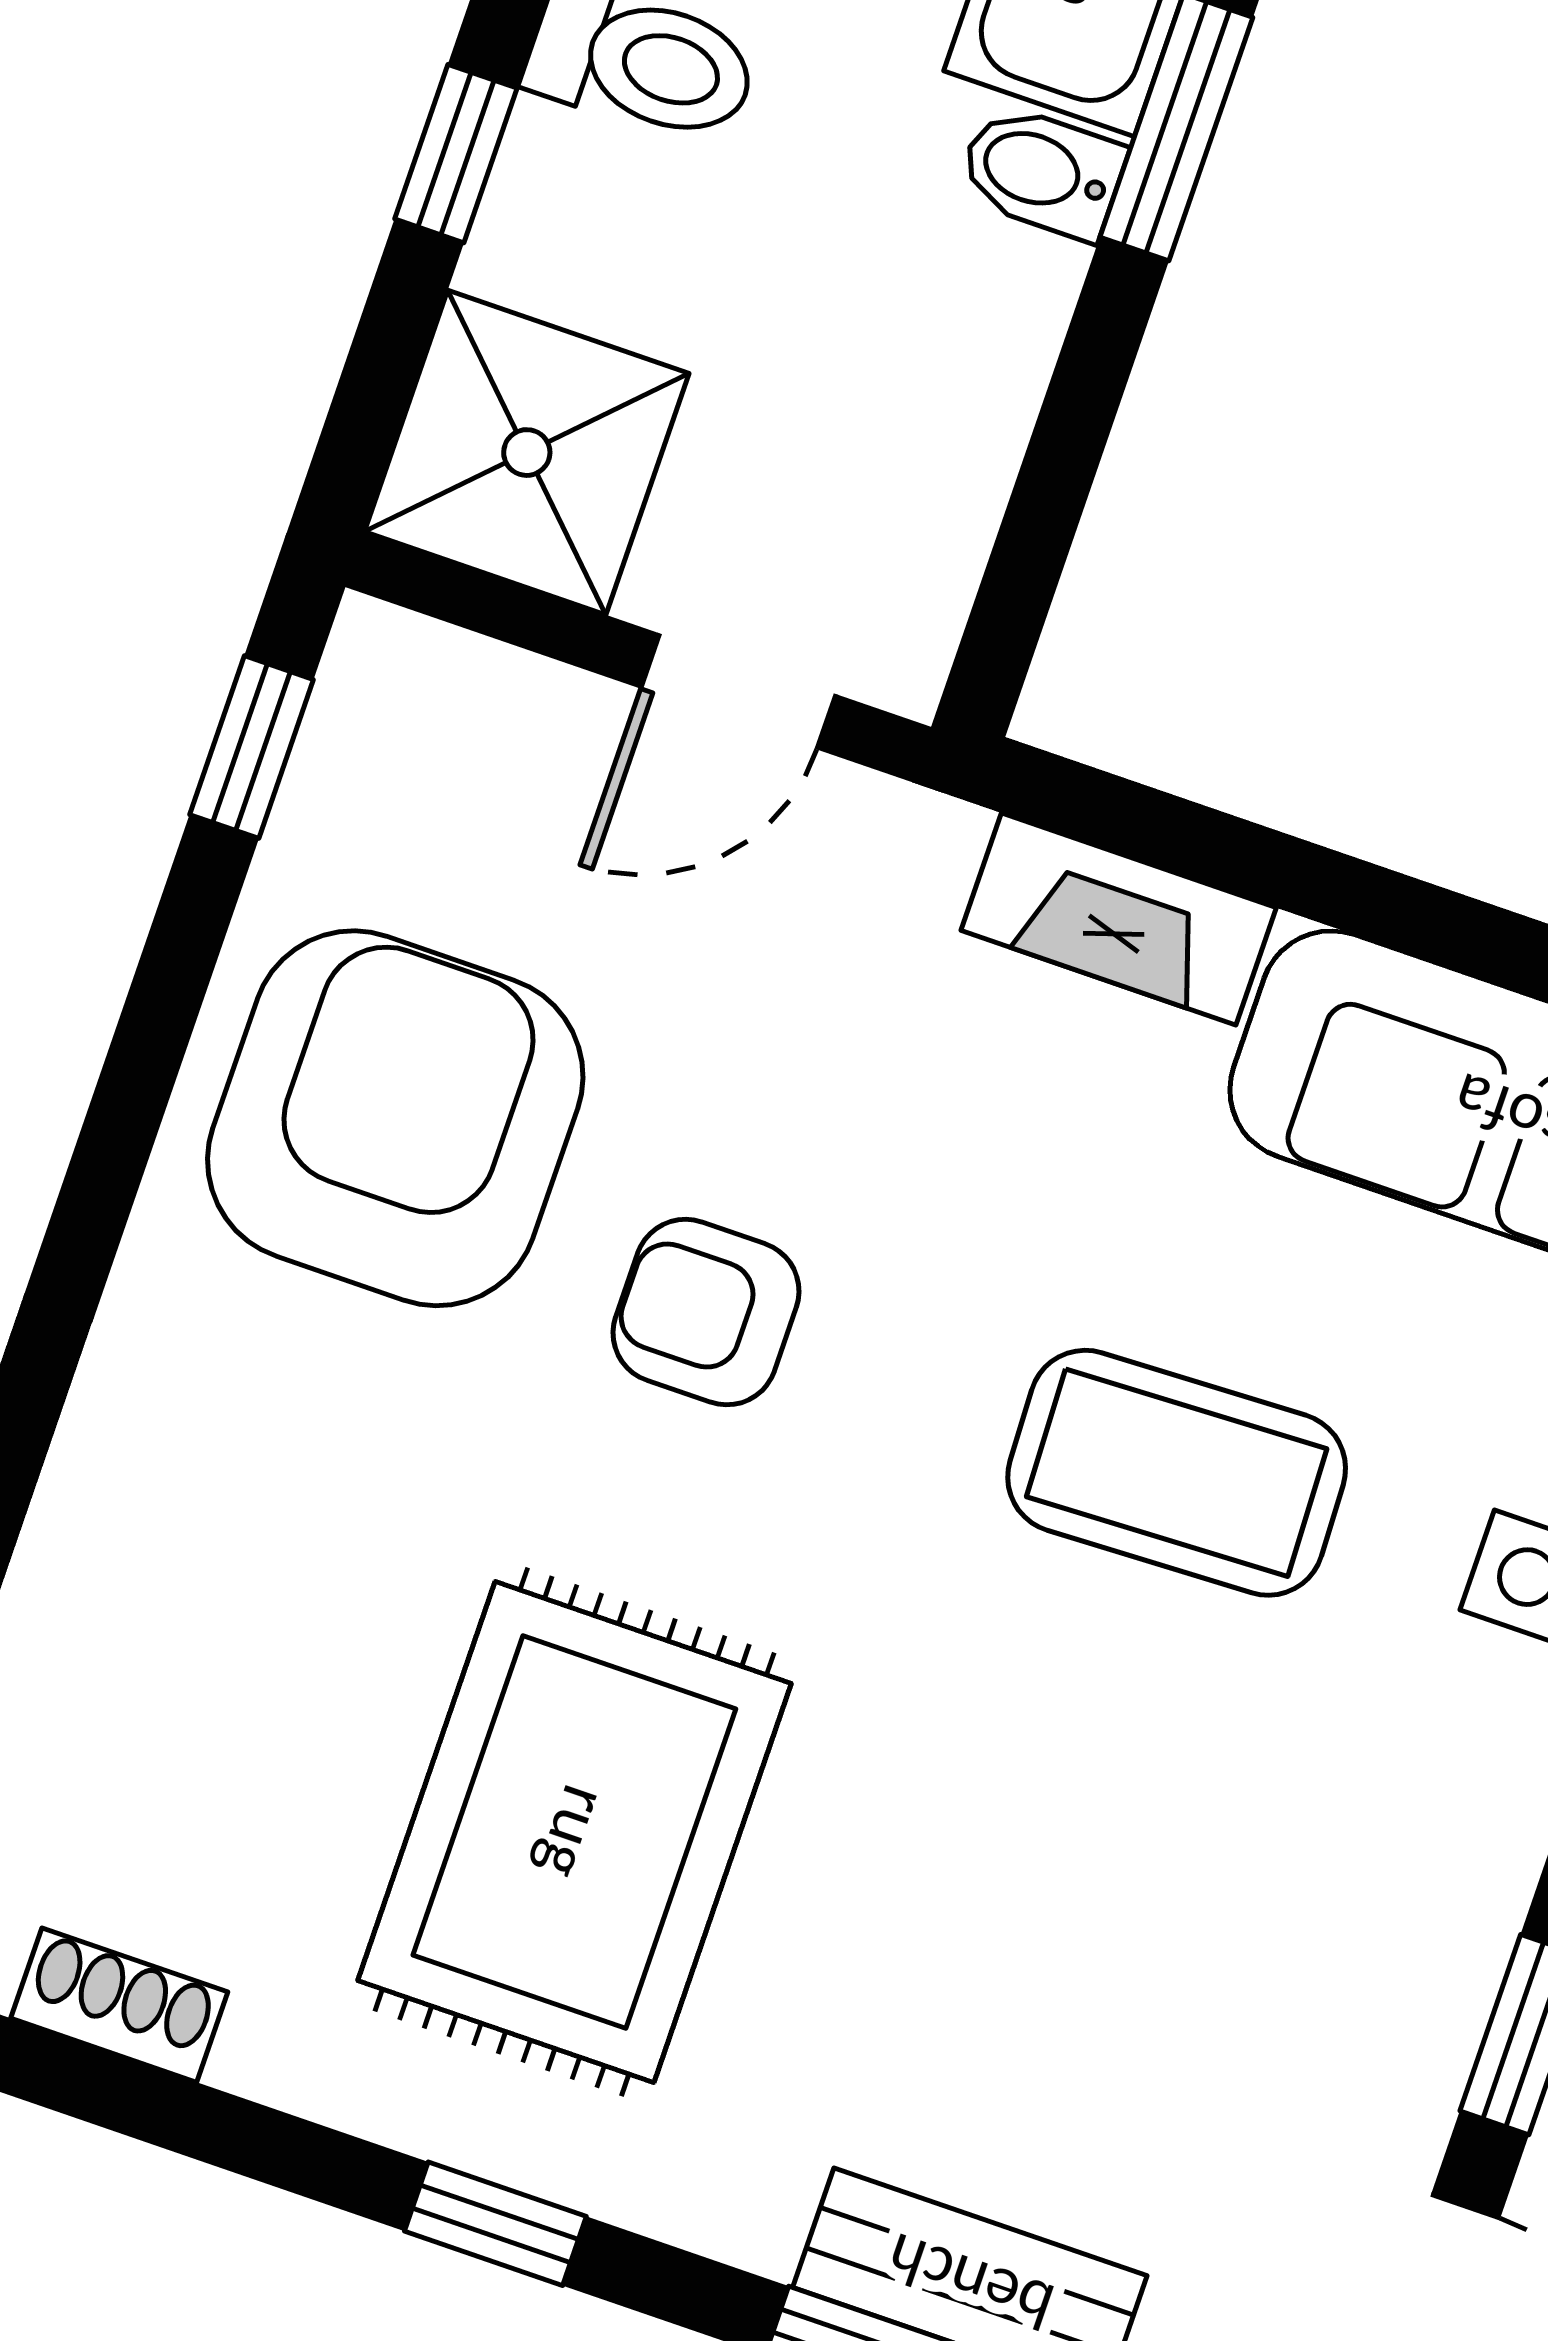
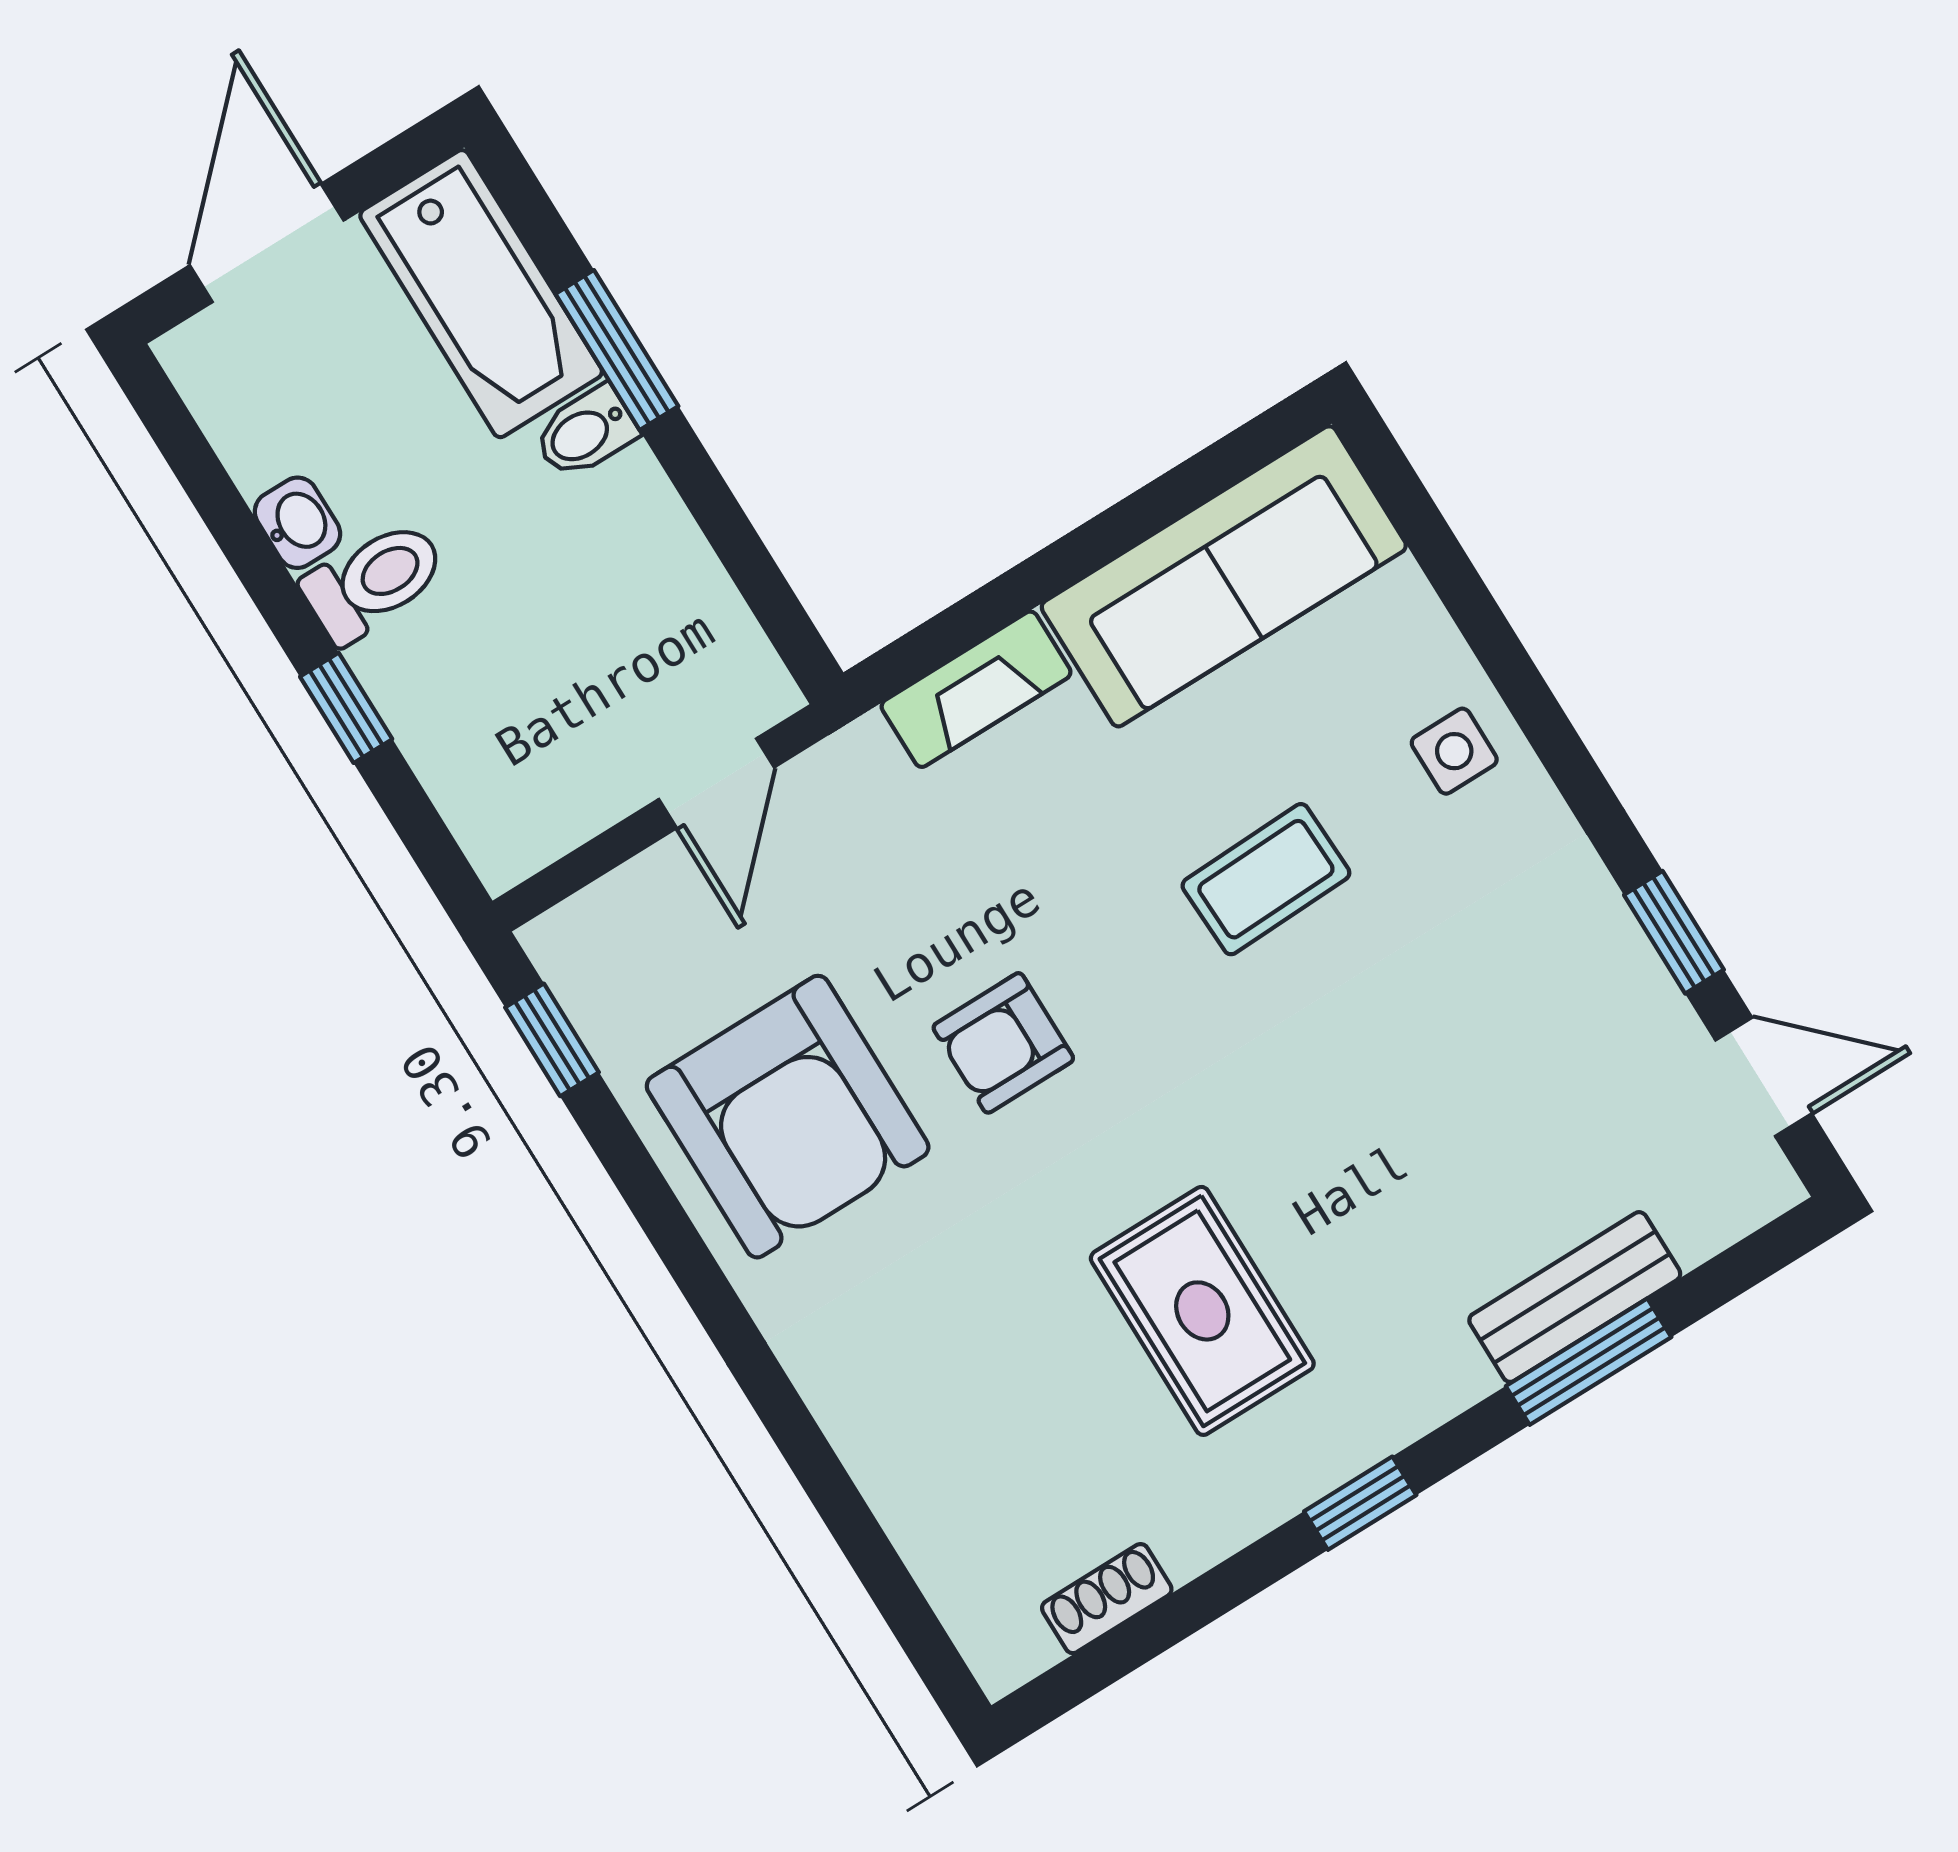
shower: (527, 453) -> (518, 791), removed
armchair: (395, 1118) -> (788, 1117), turned 180
coffee table: (1177, 1473) -> (1266, 879), width x0.73, depth x0.77
rug: (574, 1832) -> (1202, 1311), width x0.73, depth x0.70

